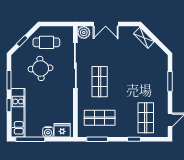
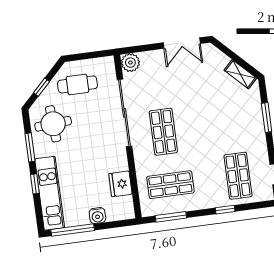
double door: (106, 24) -> (182, 43), moved
shelving: (144, 38) -> (240, 74), moved
round table: (41, 68) -> (53, 124), moved
fridge: (62, 130) -> (120, 184), moved, turned -90

